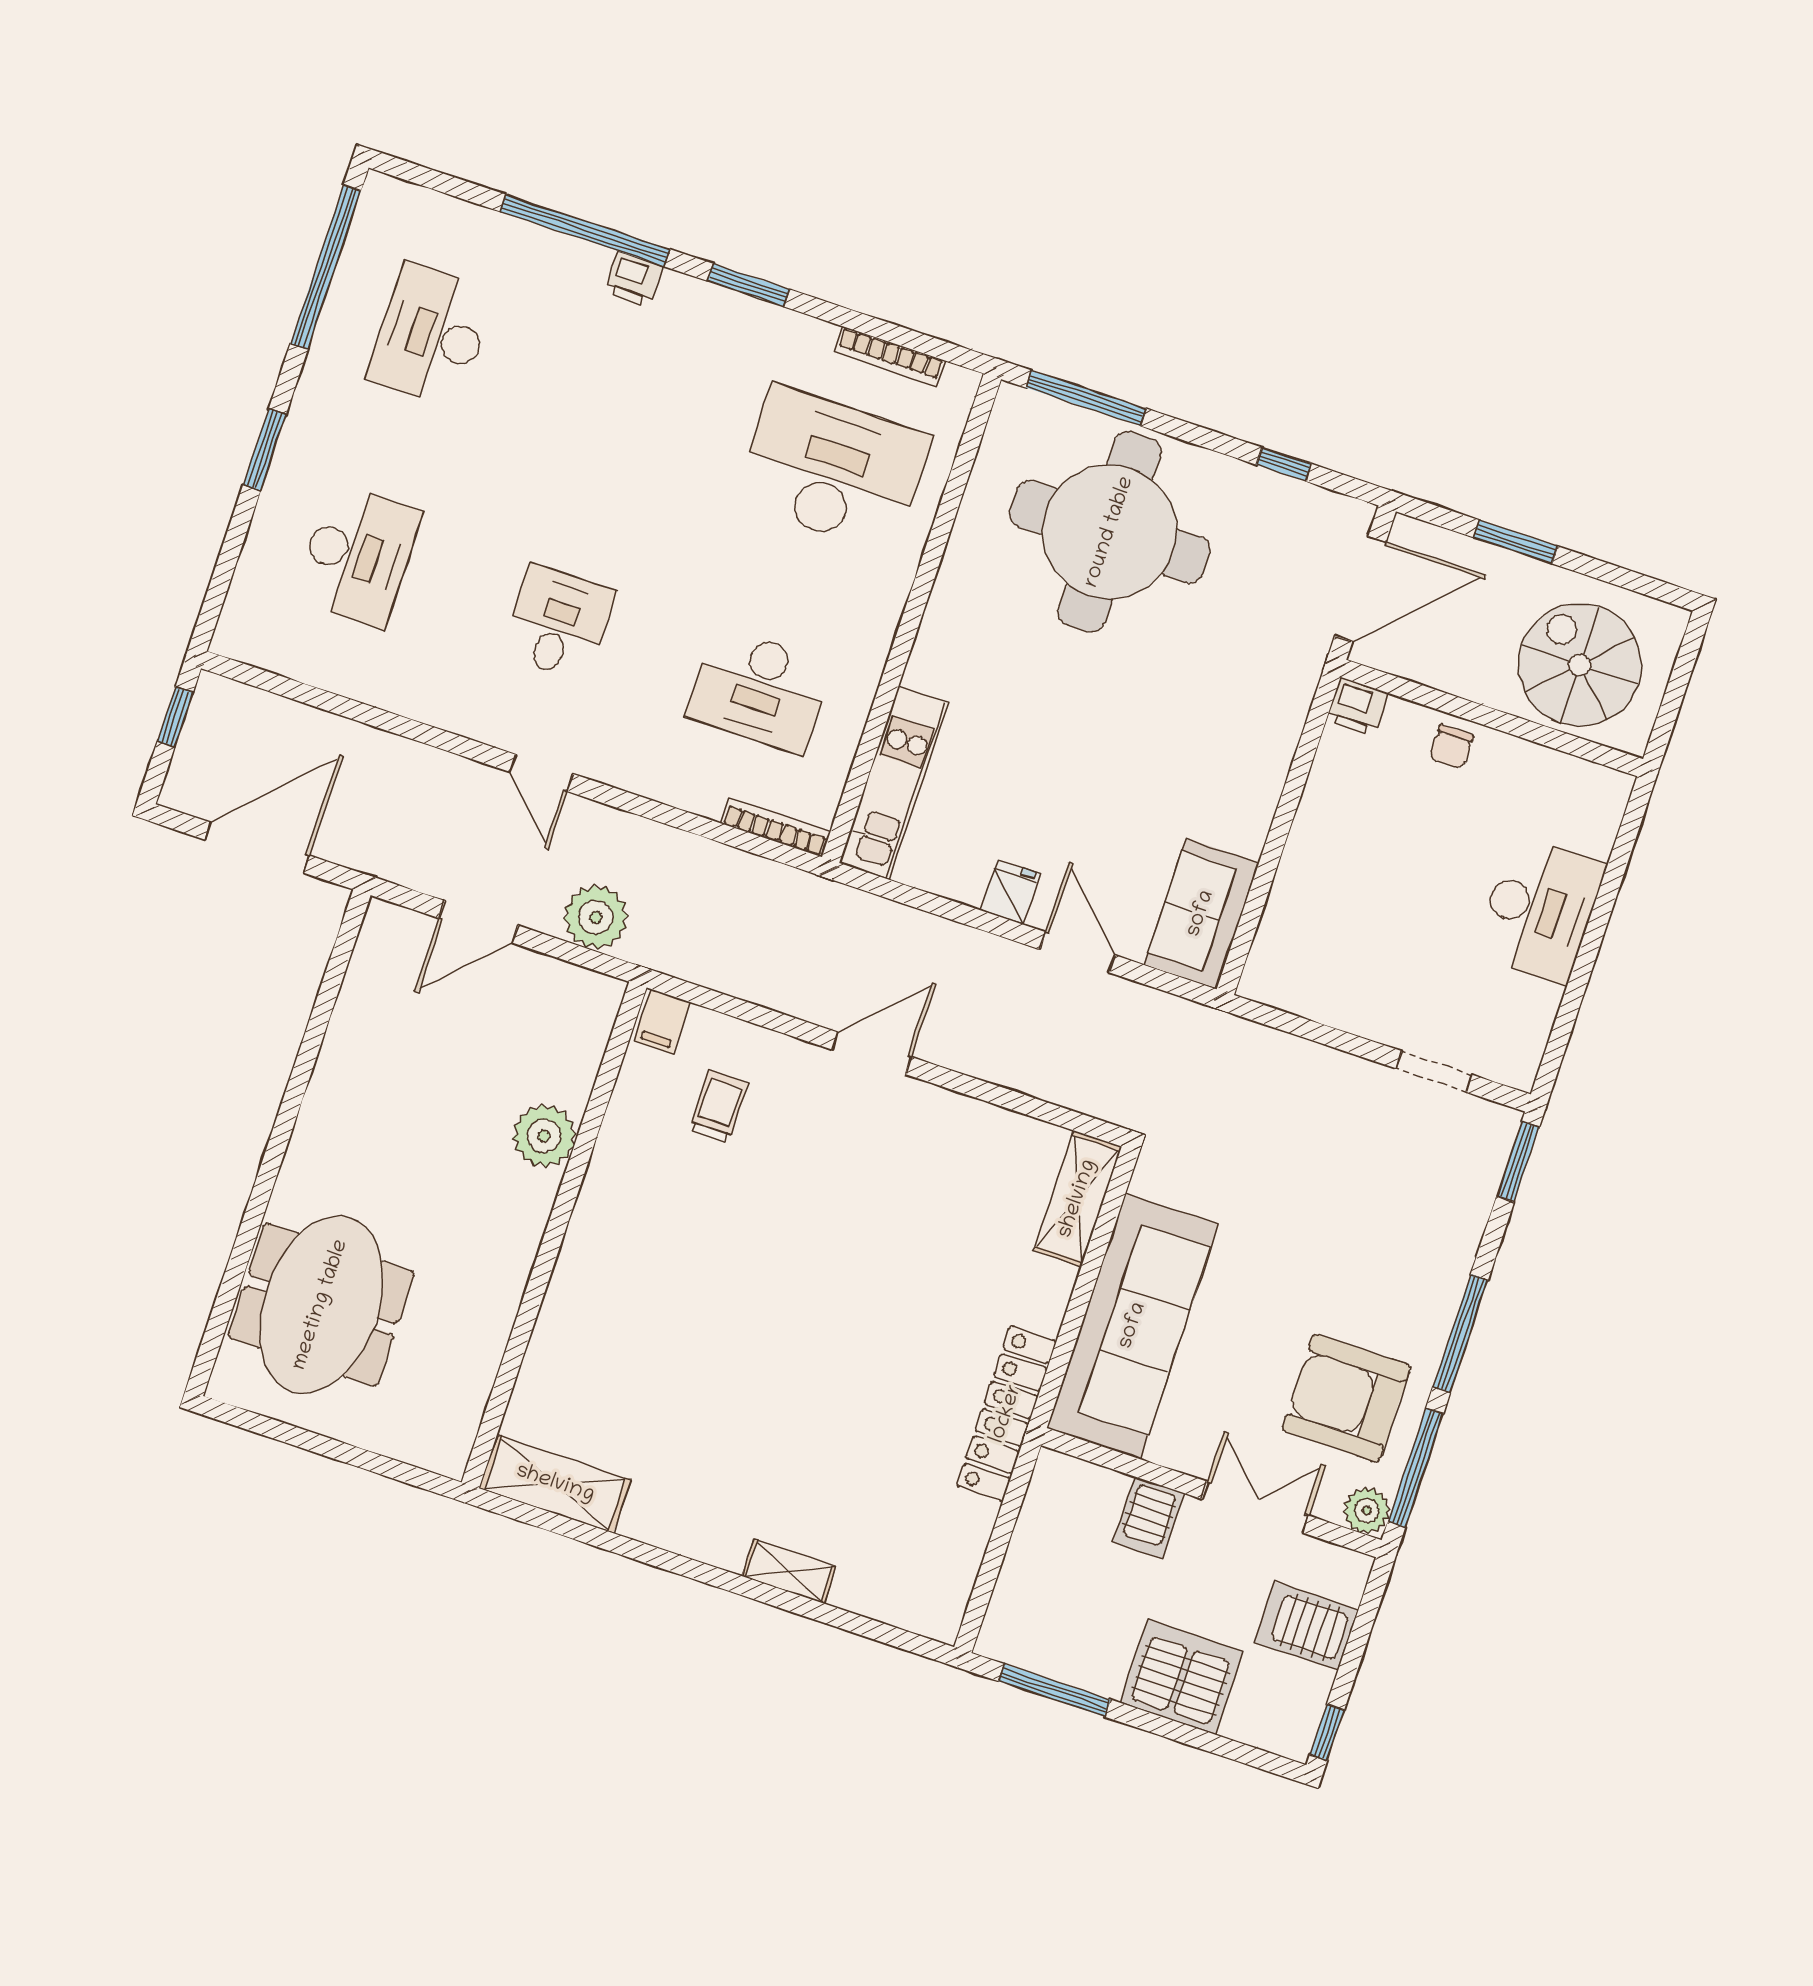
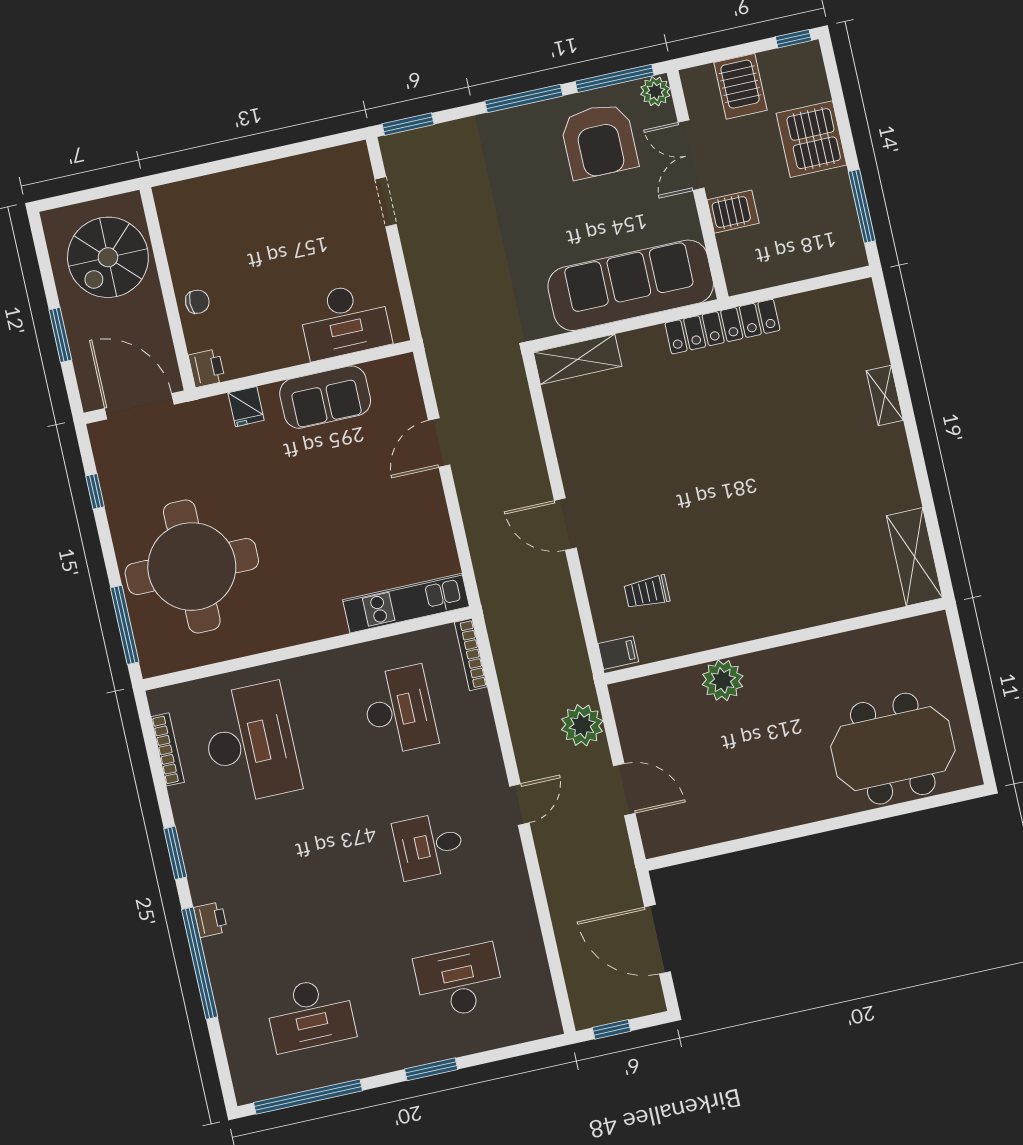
desk: (833, 469) -> (250, 743), turned 180
fridge: (1010, 892) -> (246, 407), moved, turned -90
desk: (1540, 910) -> (345, 321), moved, turned 180
sofa: (1201, 914) -> (325, 397), moved

